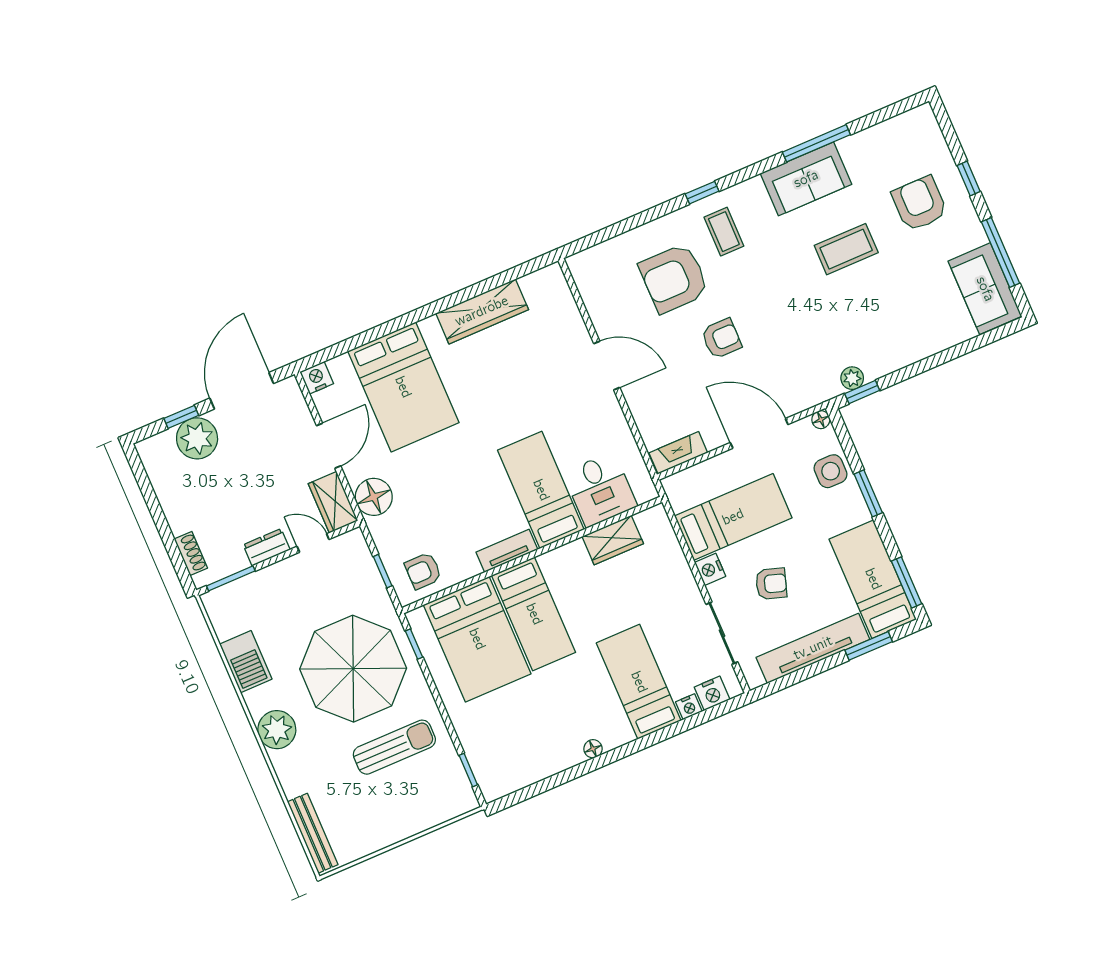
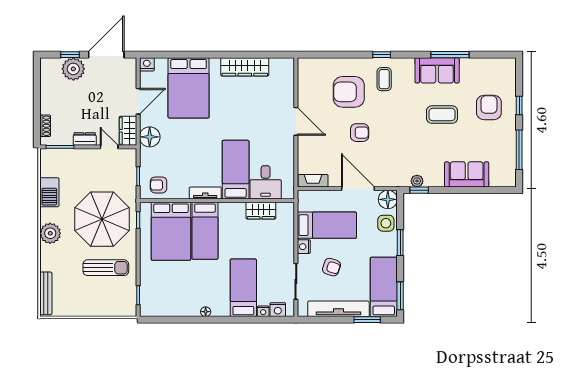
sofa: (985, 289) -> (467, 174), moved, turned 90
floor lamp: (821, 420) -> (388, 199), width x1.89, depth x1.89

